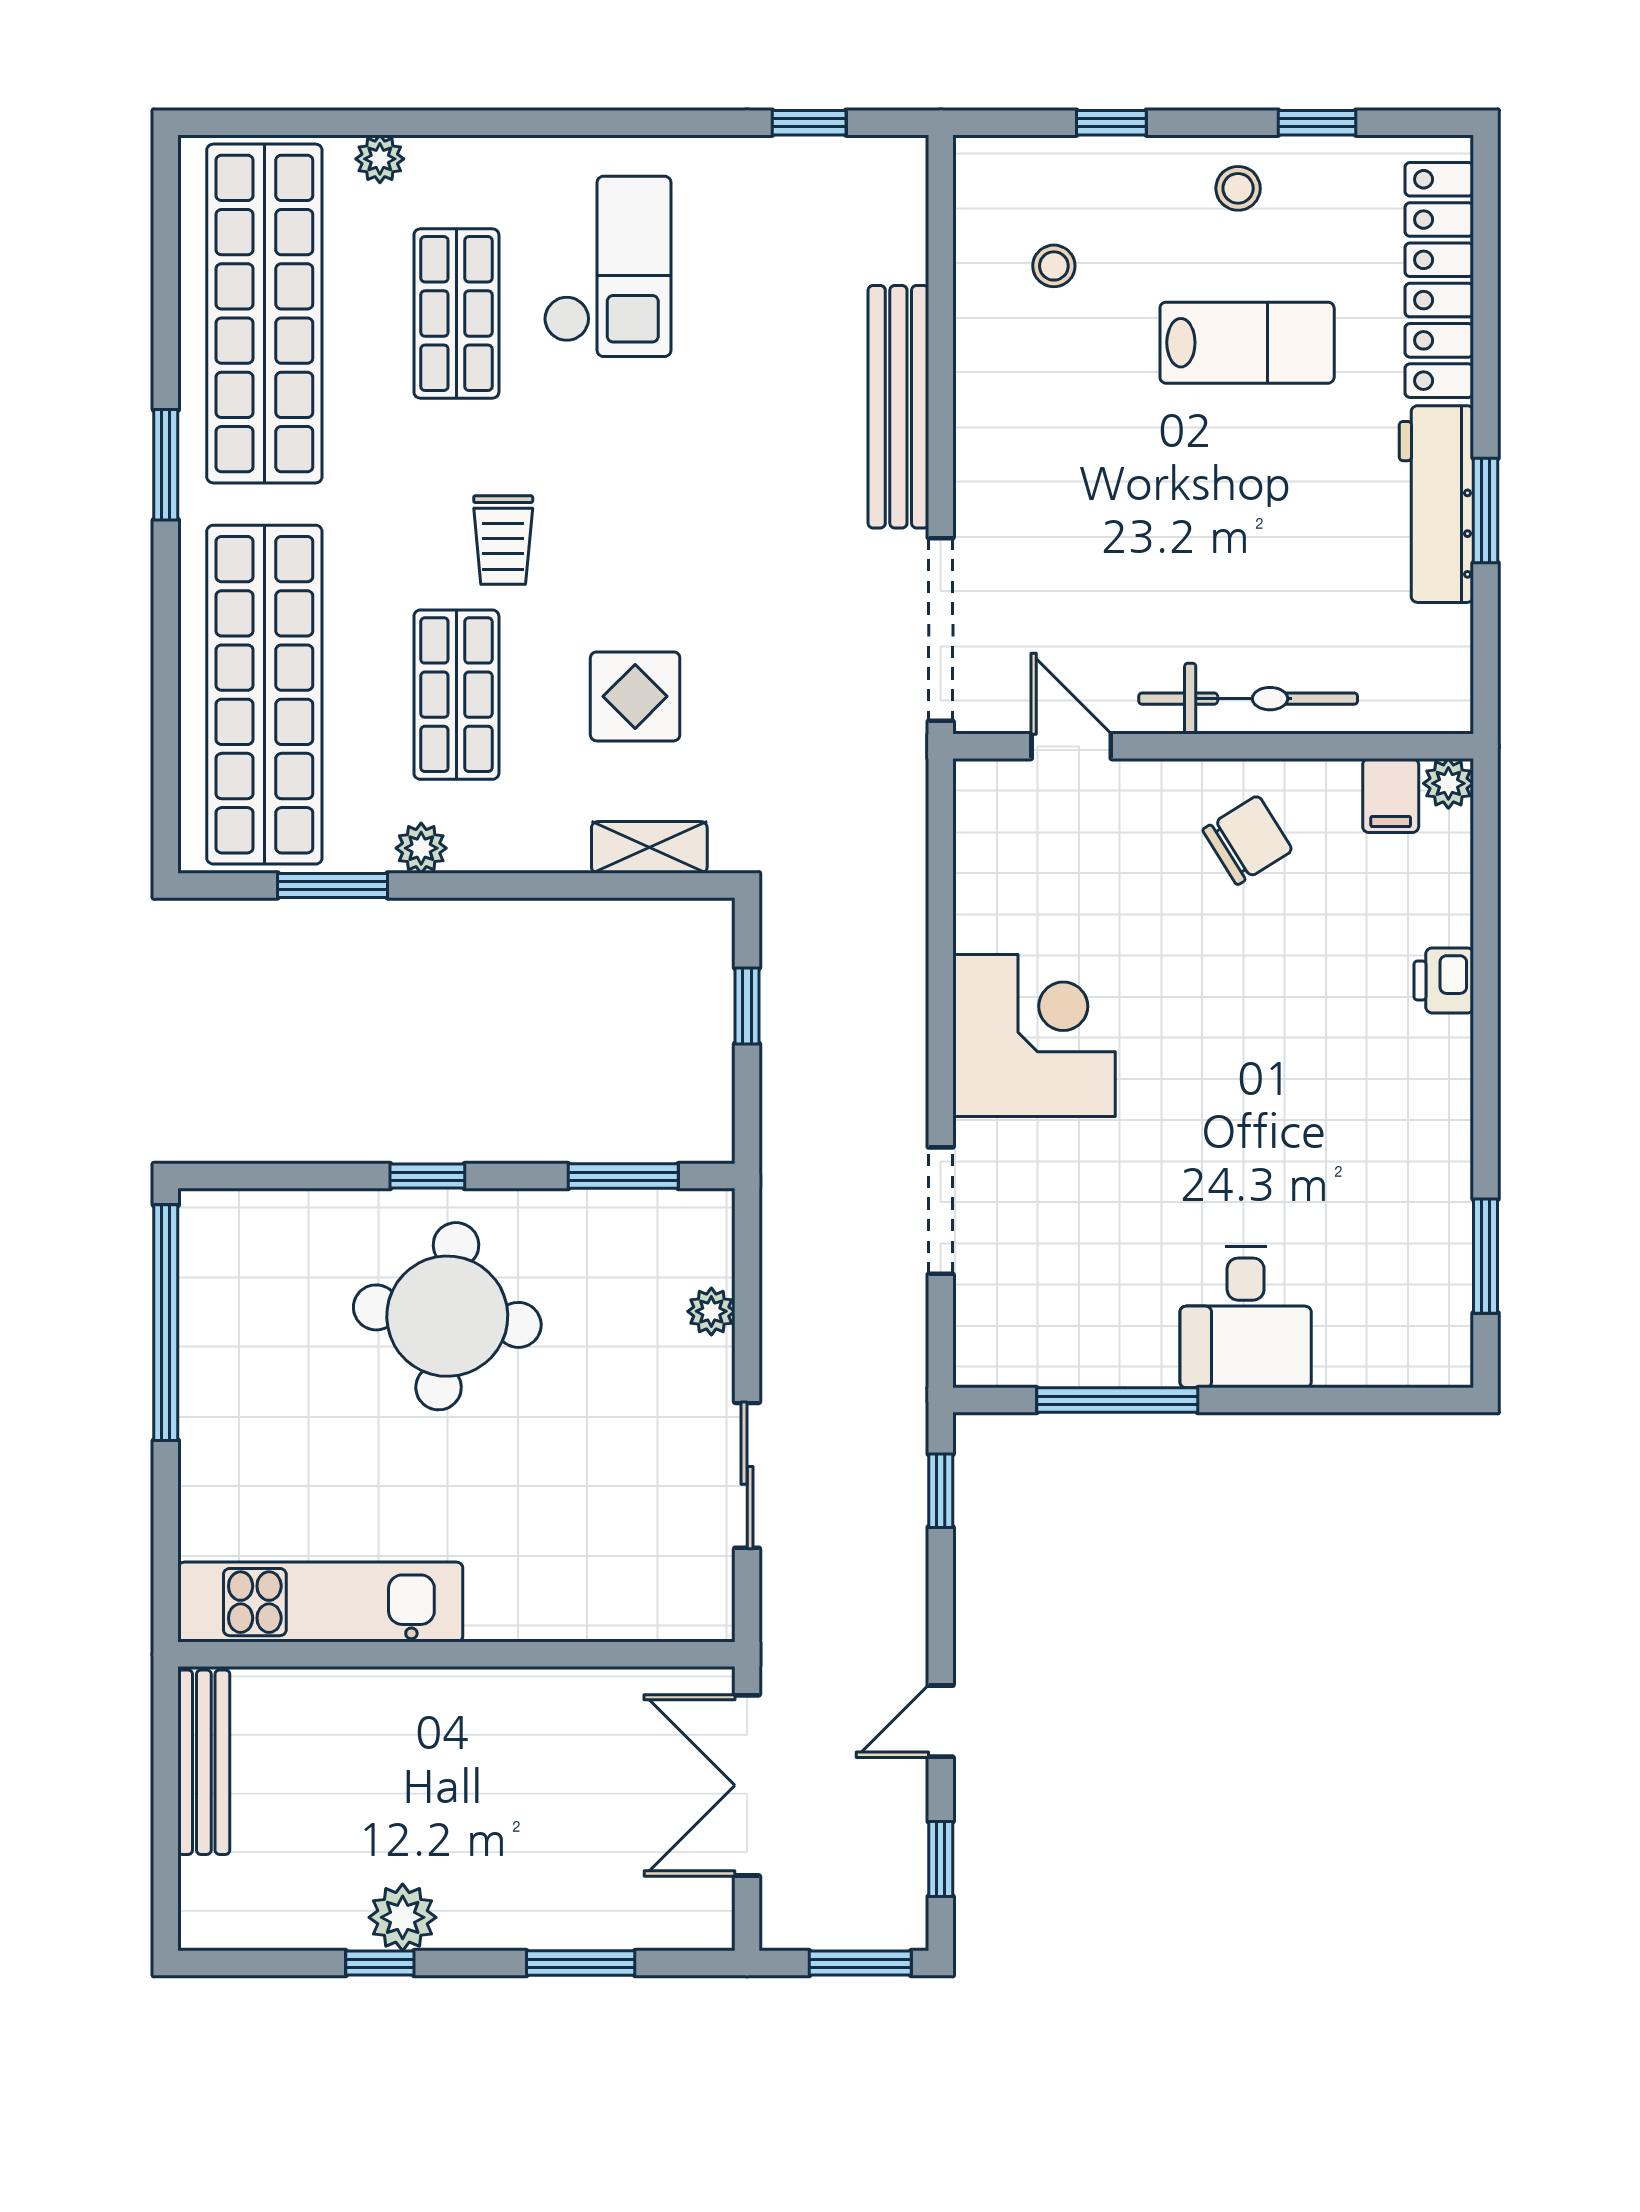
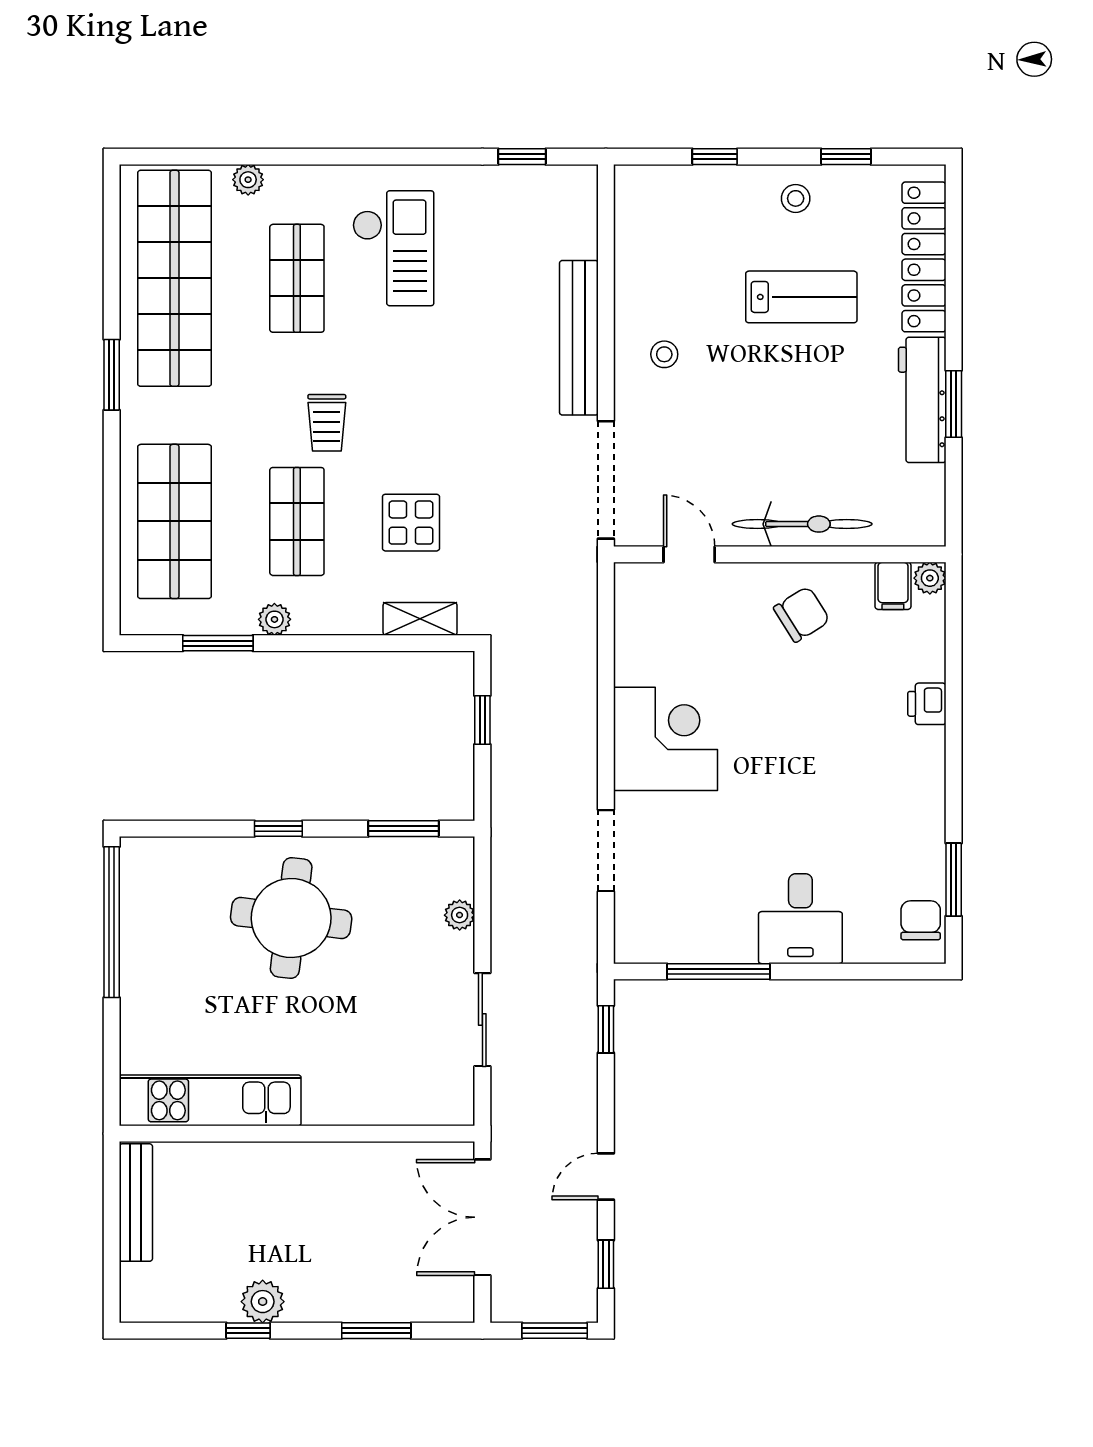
stool: (1054, 266) -> (664, 354), moved
shop shelf: (264, 695) -> (174, 521), width x0.71
chair: (1434, 1320) -> (921, 920), added

